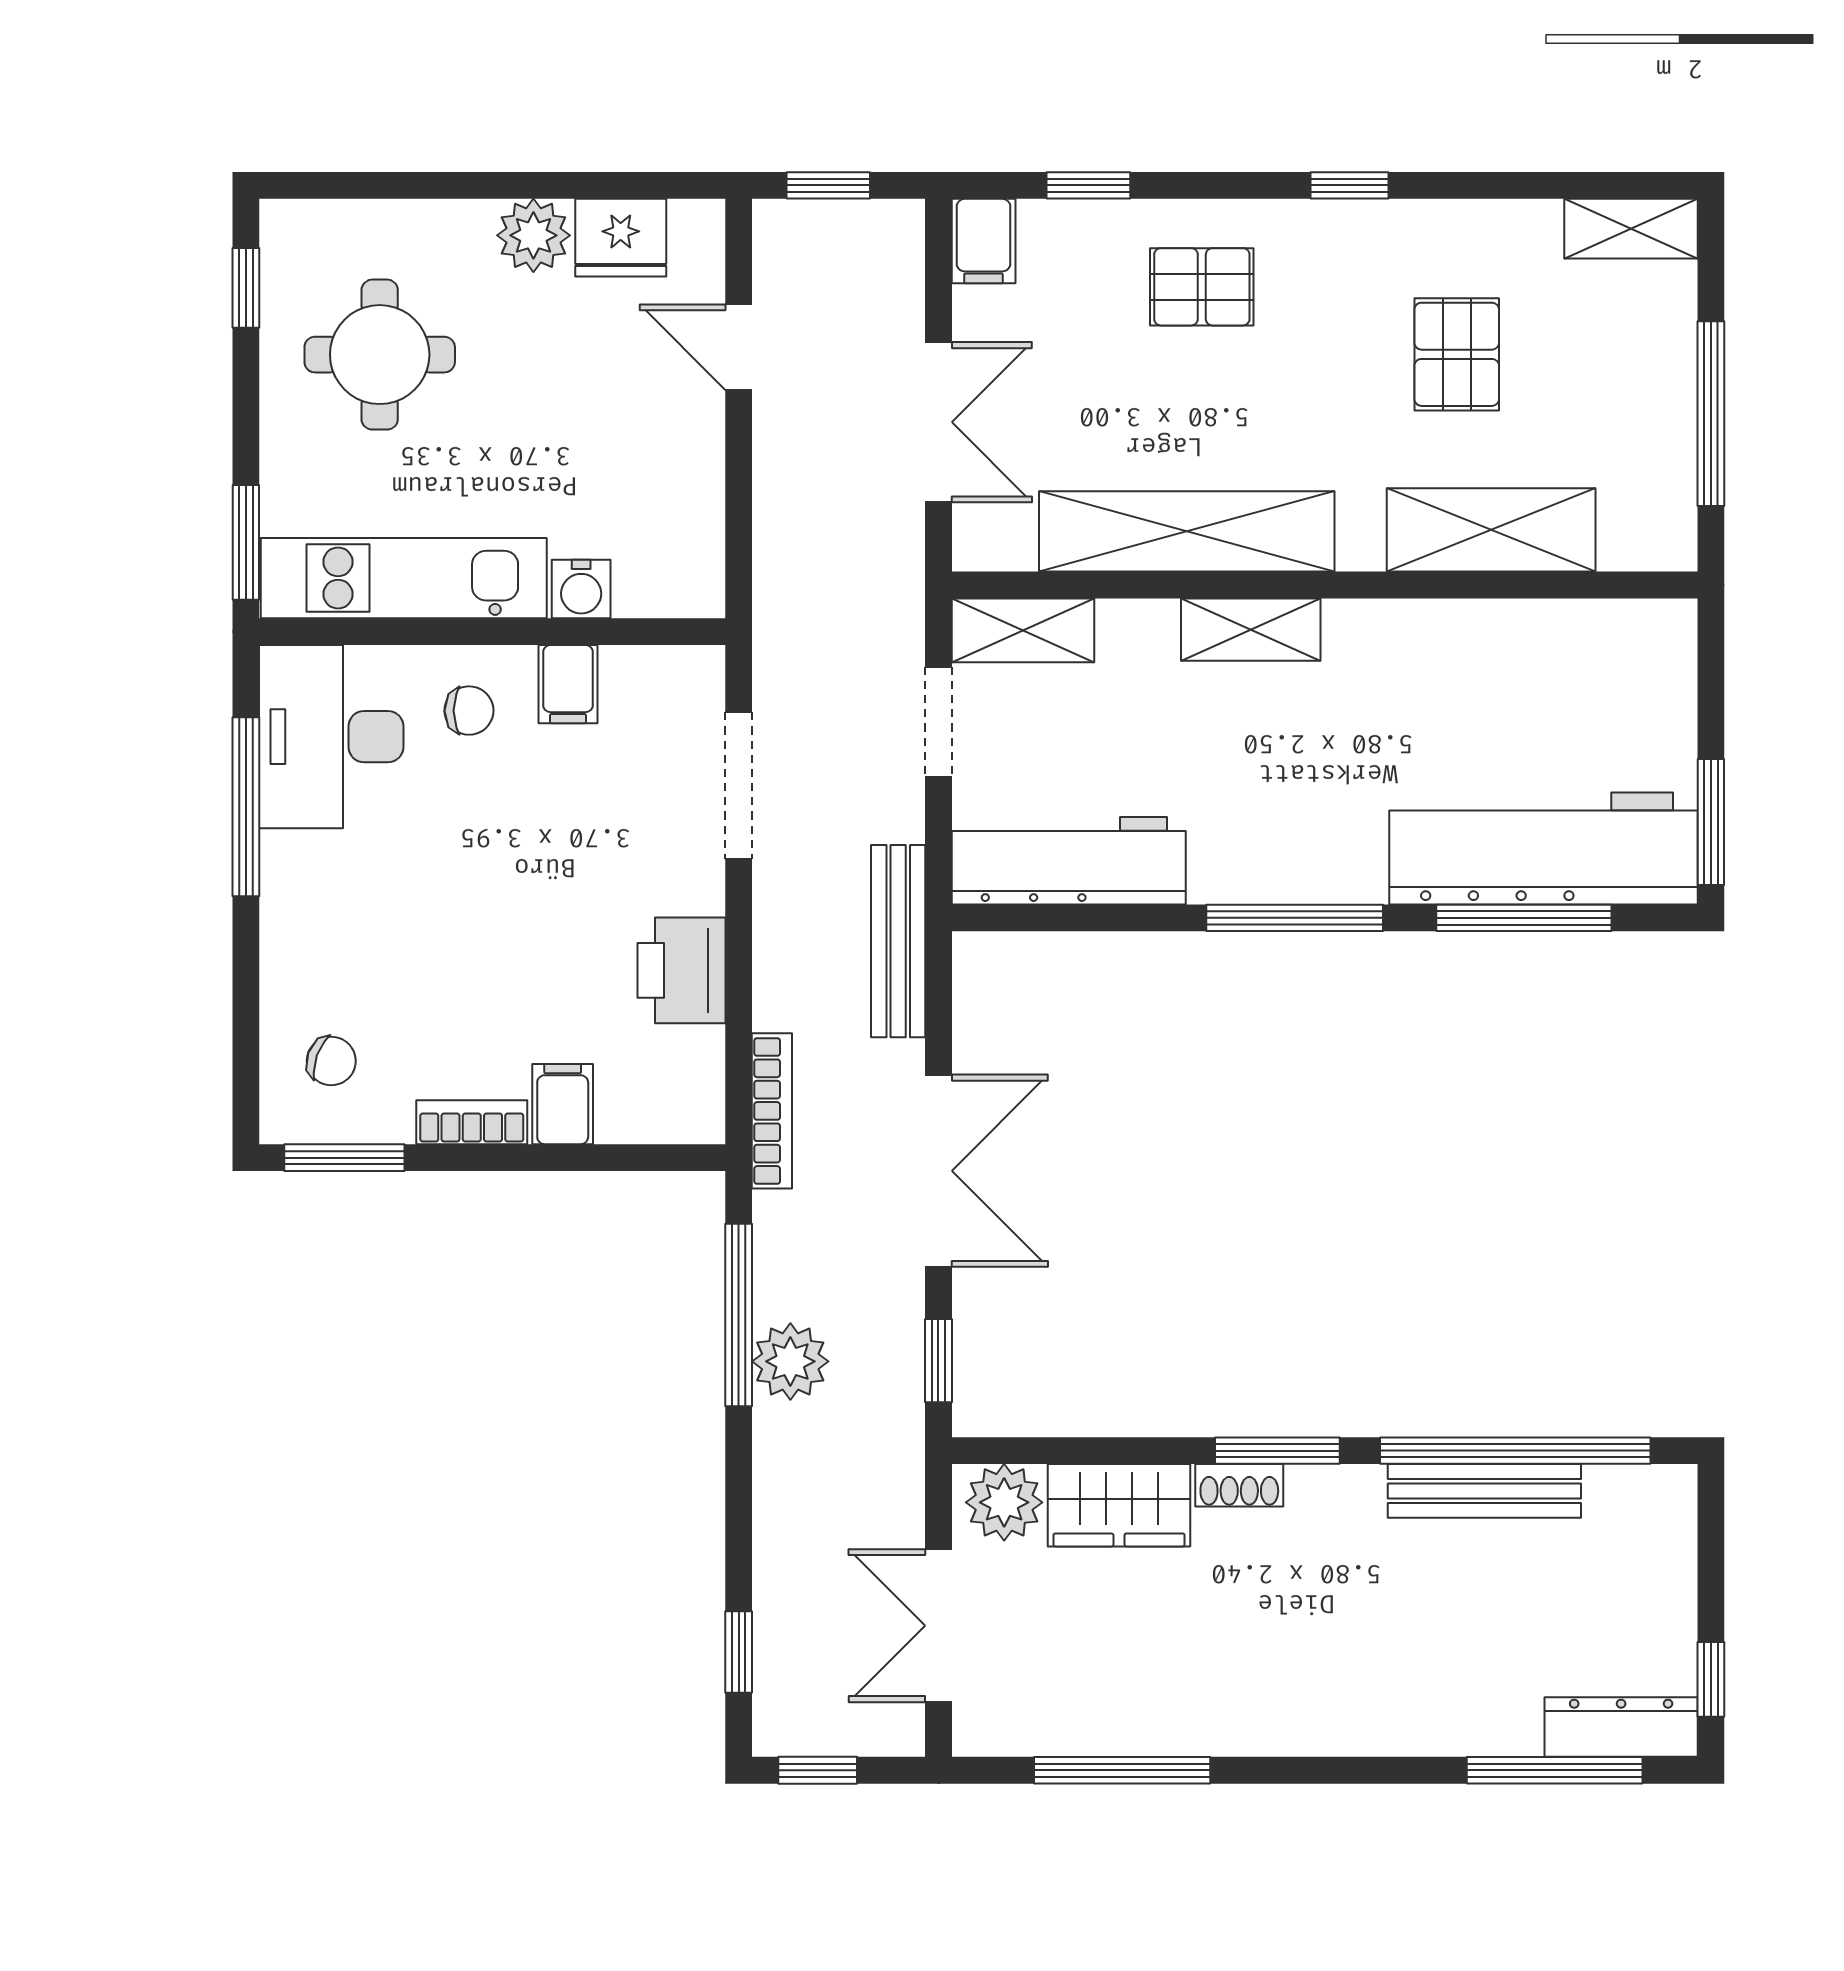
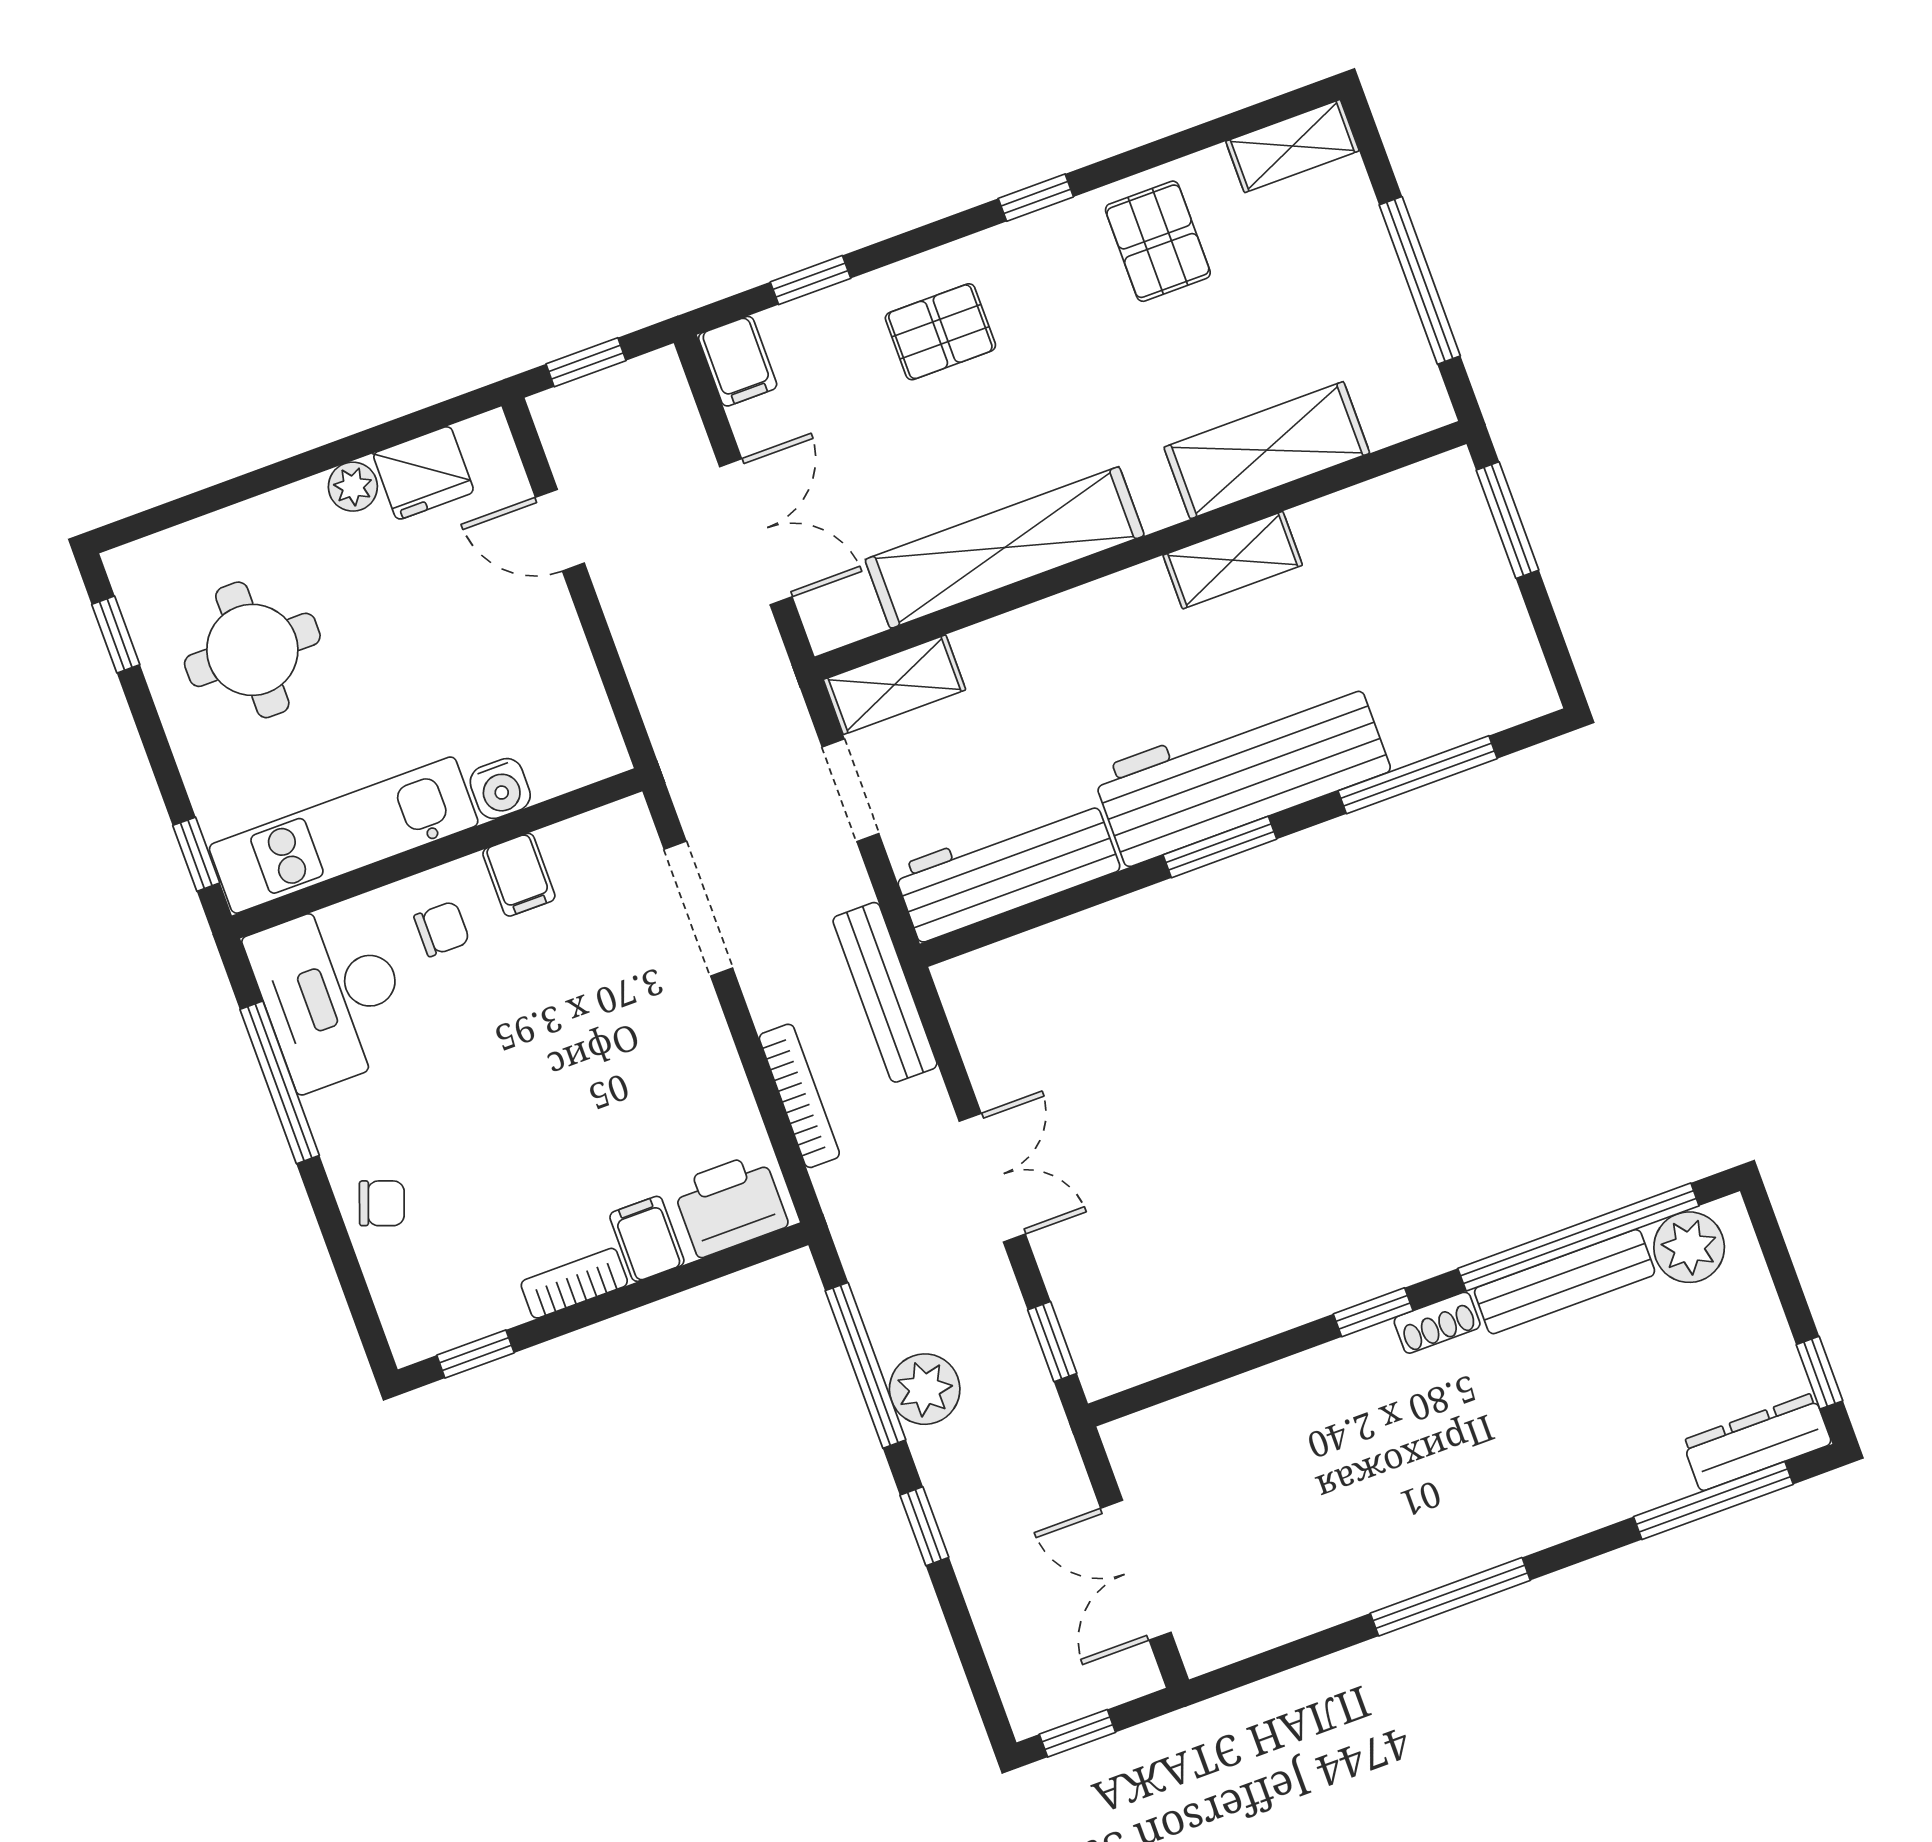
plant: (533, 235) -> (353, 487), width x0.73, depth x0.73
pallet: (1457, 354) -> (1158, 241), moved
window: (246, 542) -> (196, 854), width x0.67
shelving: (1251, 630) -> (1233, 560), moved
window: (1711, 822) -> (1508, 520), moved
workbench: (1544, 848) -> (1241, 771), moved
window: (1295, 918) -> (1220, 847), width x0.69
printer: (682, 970) -> (730, 1205), moved, turned 90
chair: (331, 1061) -> (382, 1203), moved
bookcase: (772, 1111) -> (799, 1096), moved
window: (344, 1158) -> (475, 1354), width x0.67
double door: (938, 1171) -> (992, 1178), width x0.73
window: (1277, 1451) -> (1373, 1312), width x0.67
shoe rack: (1239, 1485) -> (1437, 1323), moved
plant: (1004, 1502) -> (1689, 1247), moved
wardrobe: (1119, 1505) -> (1254, 1409), removed
window: (739, 1652) -> (924, 1526), moved
window: (1122, 1770) -> (1450, 1597), moved

